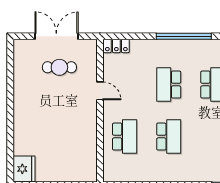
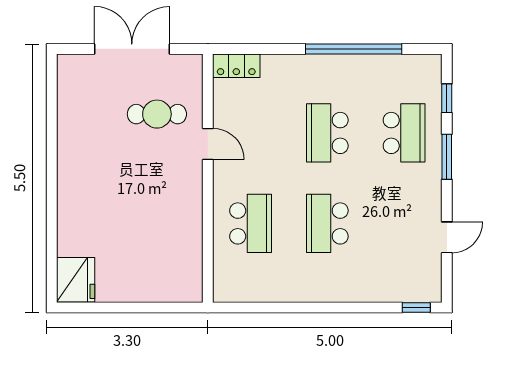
cafe table: (59, 67) -> (157, 114), moved
school desk: (169, 137) -> (327, 223), turned 180

